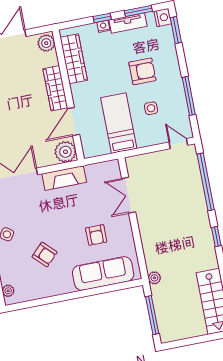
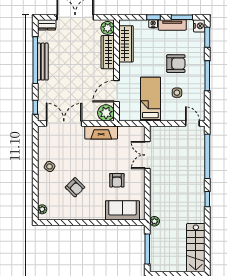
wardrobe: (55, 88) -> (108, 52), moved
window: (189, 96) -> (207, 76), moved
sofa: (103, 273) -> (122, 210), width x0.73

